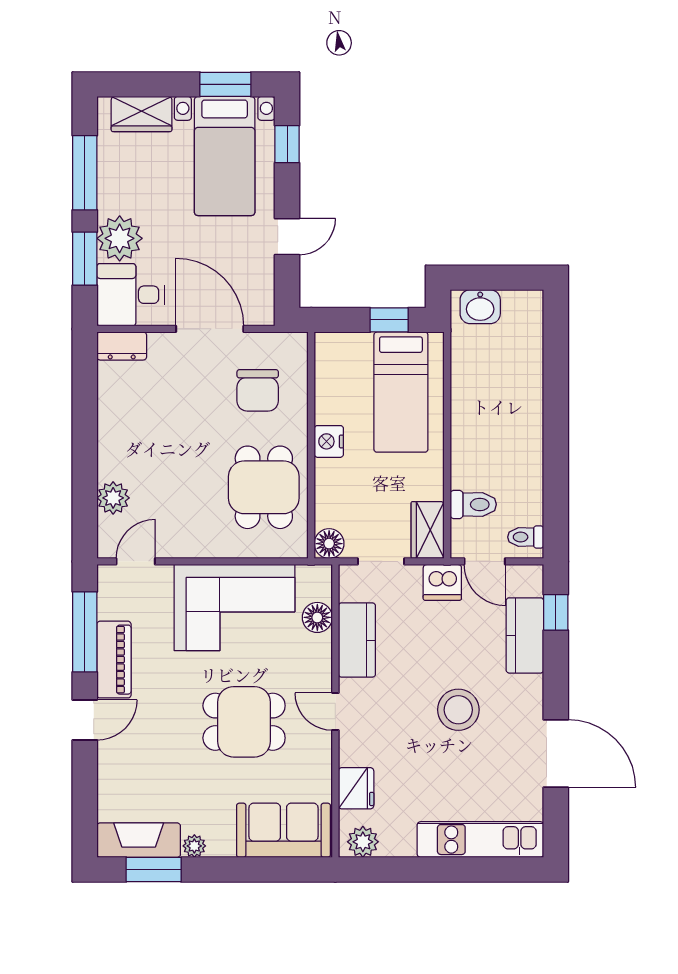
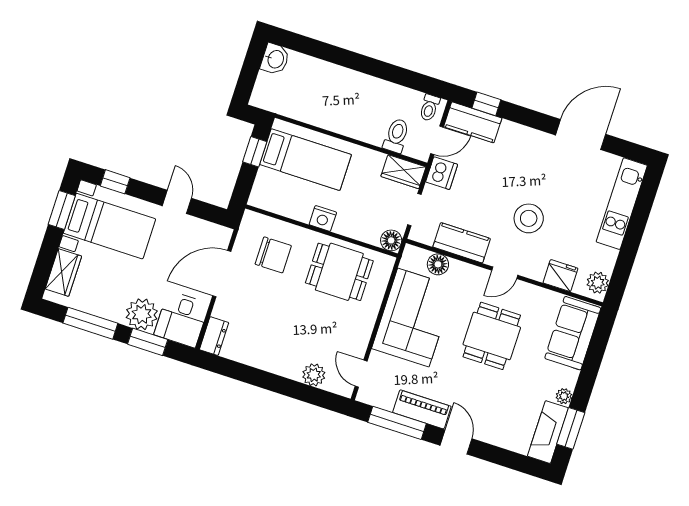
washbasin: (480, 307) -> (275, 59), moved
kitchen counter: (525, 635) -> (473, 122), moved
stool: (458, 710) -> (529, 218), moved

